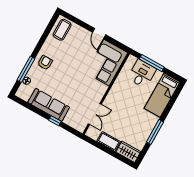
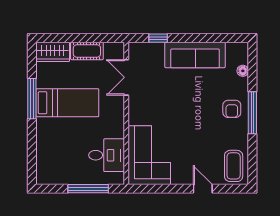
door: (99, 34) -> (203, 189), moved
window: (26, 69) -> (252, 113), moved
desk: (142, 74) -> (107, 155), moved, turned -90
bed: (162, 95) -> (67, 103), moved, turned 90
window: (55, 121) -> (158, 38), moved

